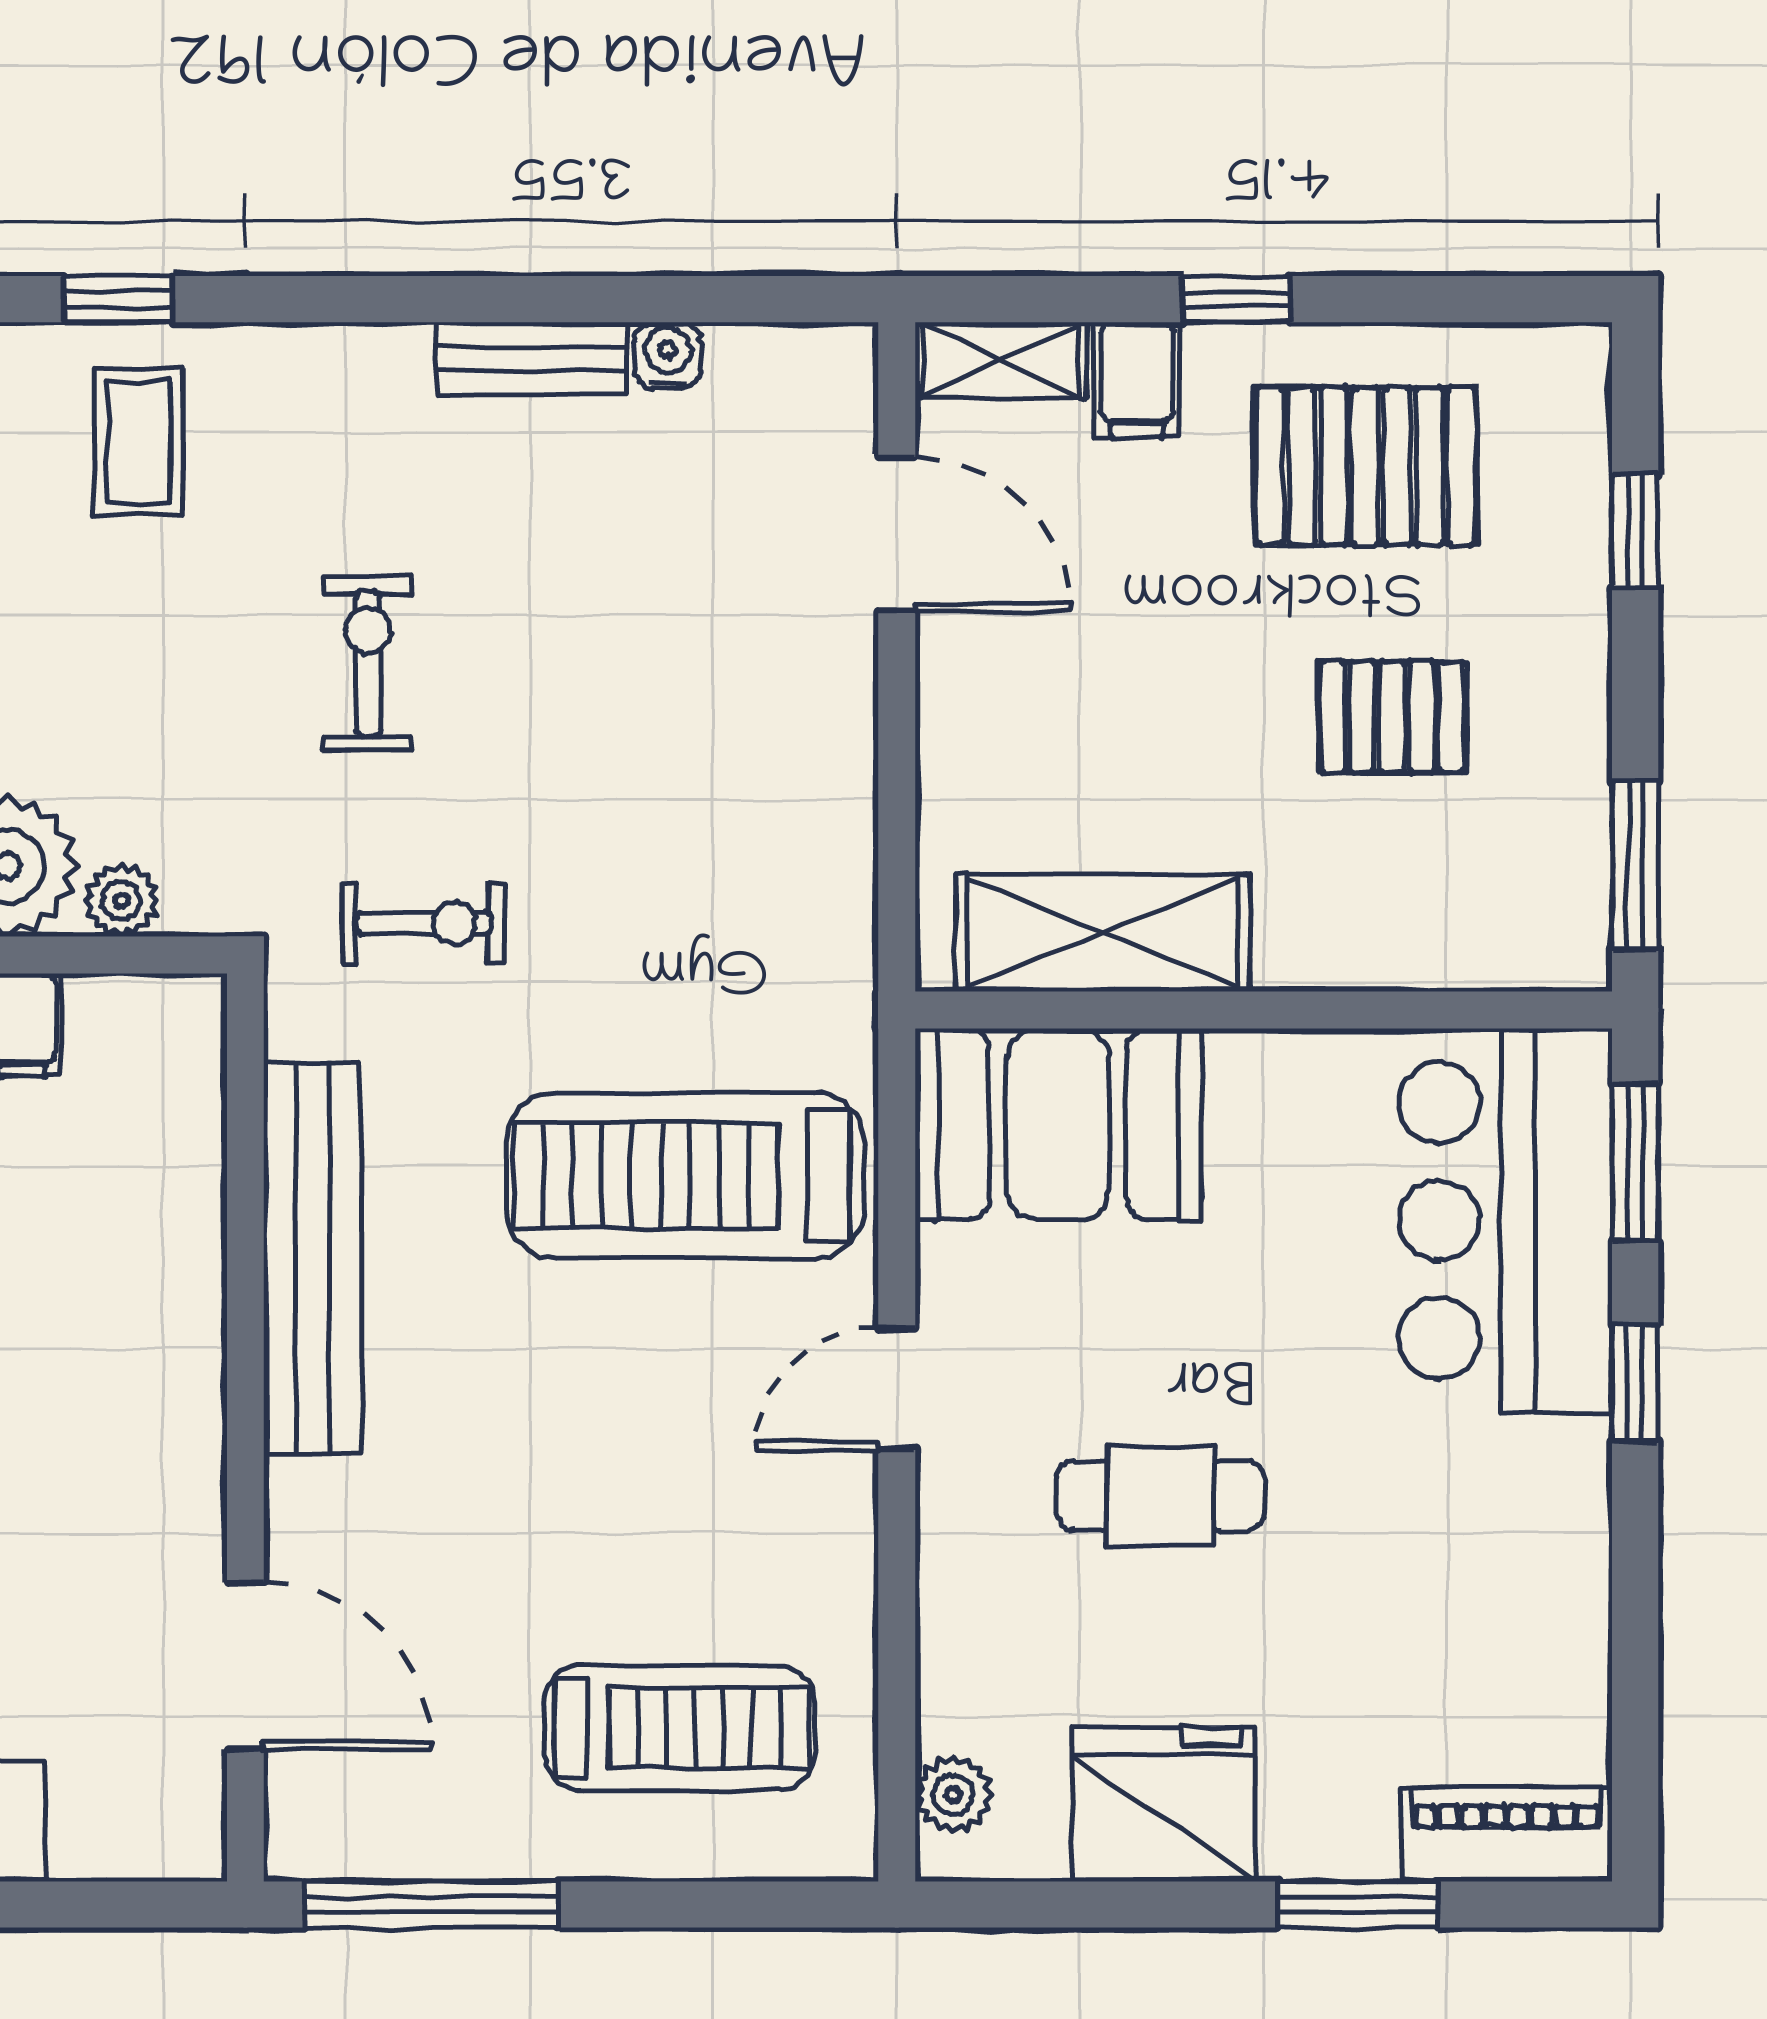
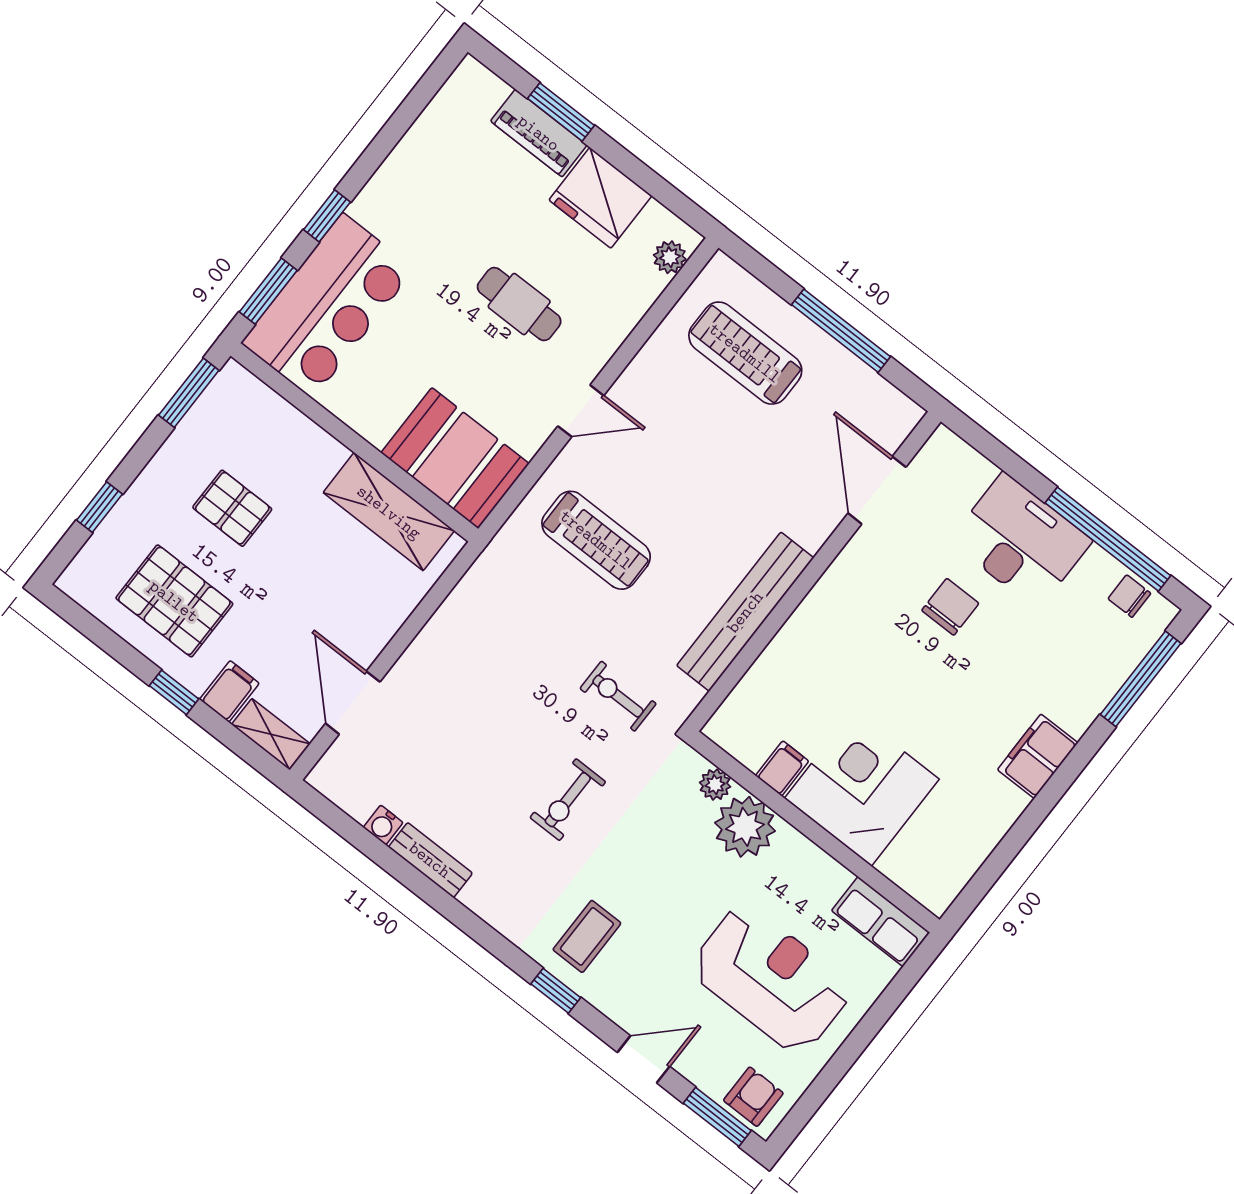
treadmill: (685, 1176) -> (596, 540), width x0.73, depth x0.73
piano: (1507, 1834) -> (539, 133), moved
window: (432, 1904) -> (841, 331), moved

